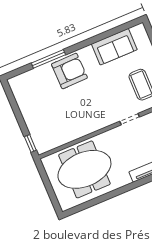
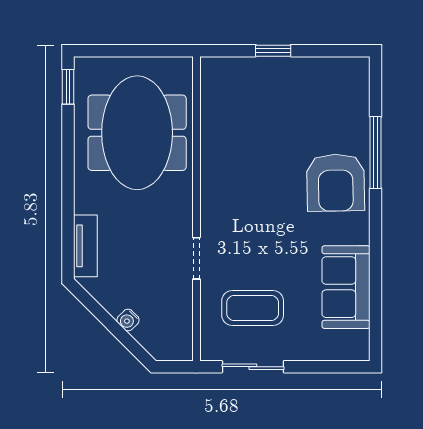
window: (30, 143) -> (273, 51), moved
window: (77, 209) -> (68, 87), added

